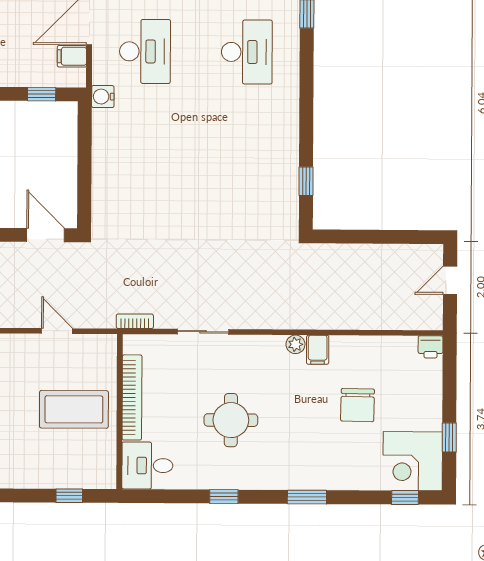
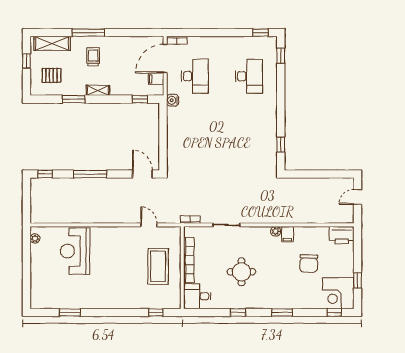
printer: (431, 347) -> (342, 235), width x1.87, depth x1.48
coffee table: (74, 409) -> (158, 267), turned 90

